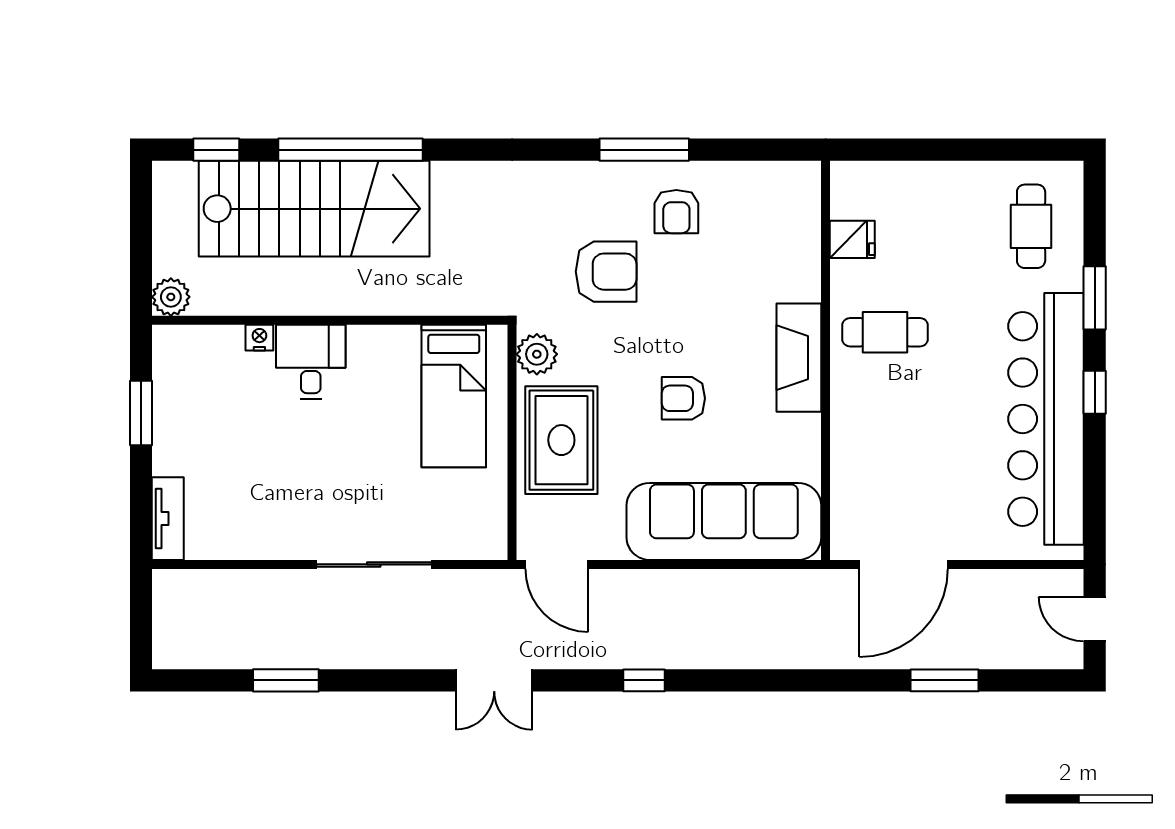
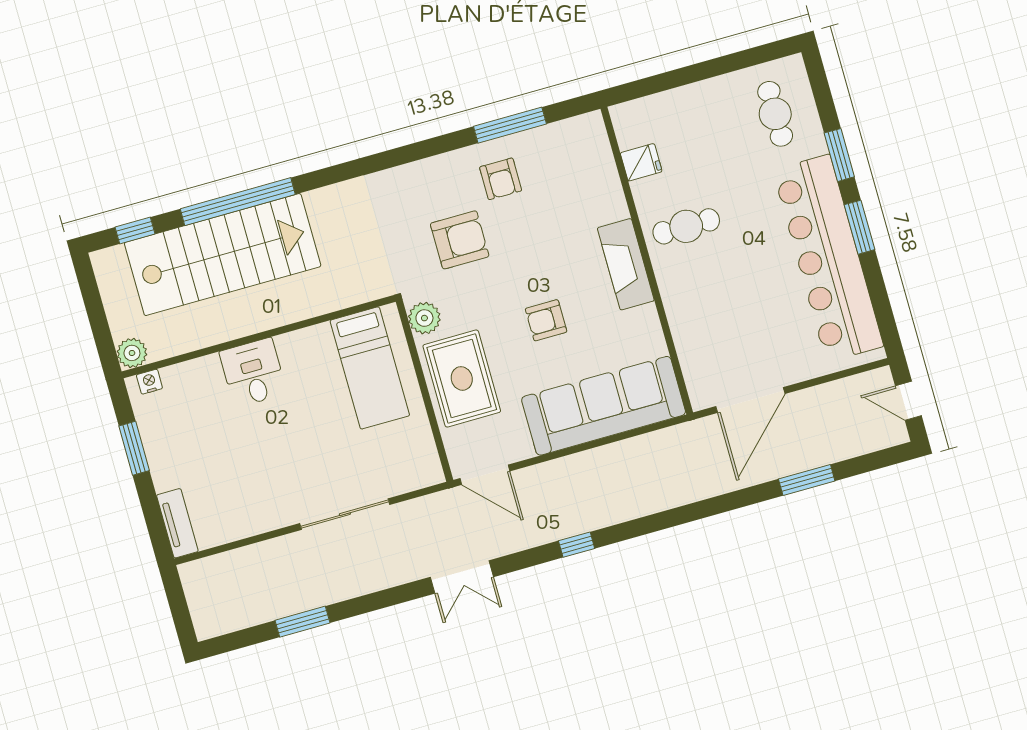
window: (644, 150) -> (510, 125), moved
nightstand: (259, 338) -> (149, 382), moved
window: (1095, 392) -> (860, 227), width x1.50

